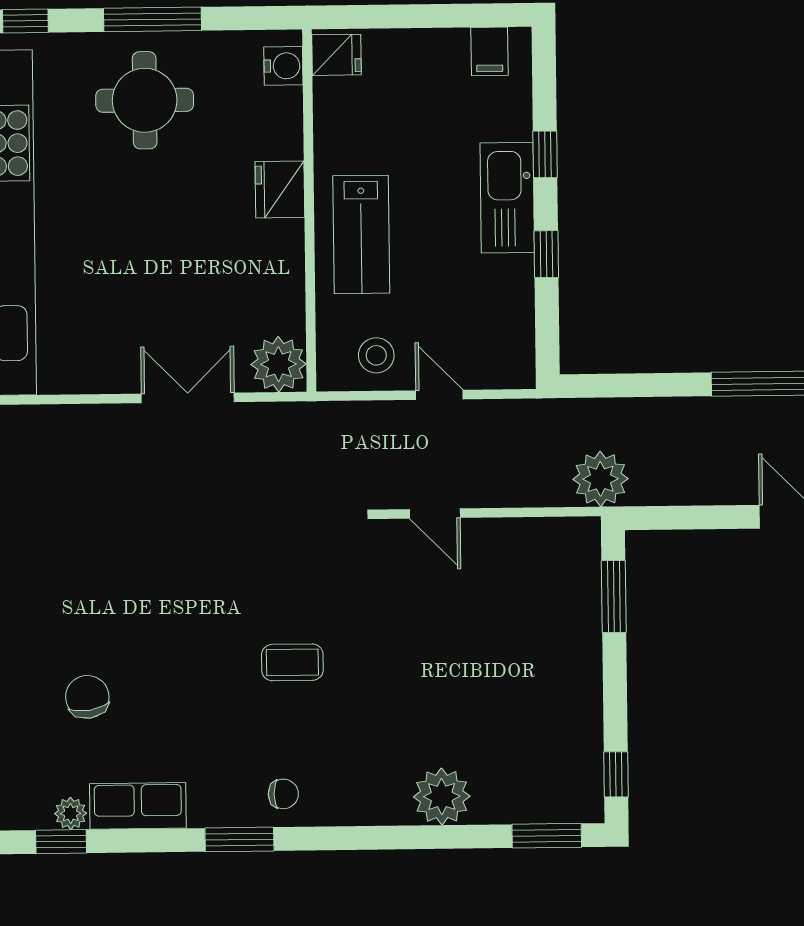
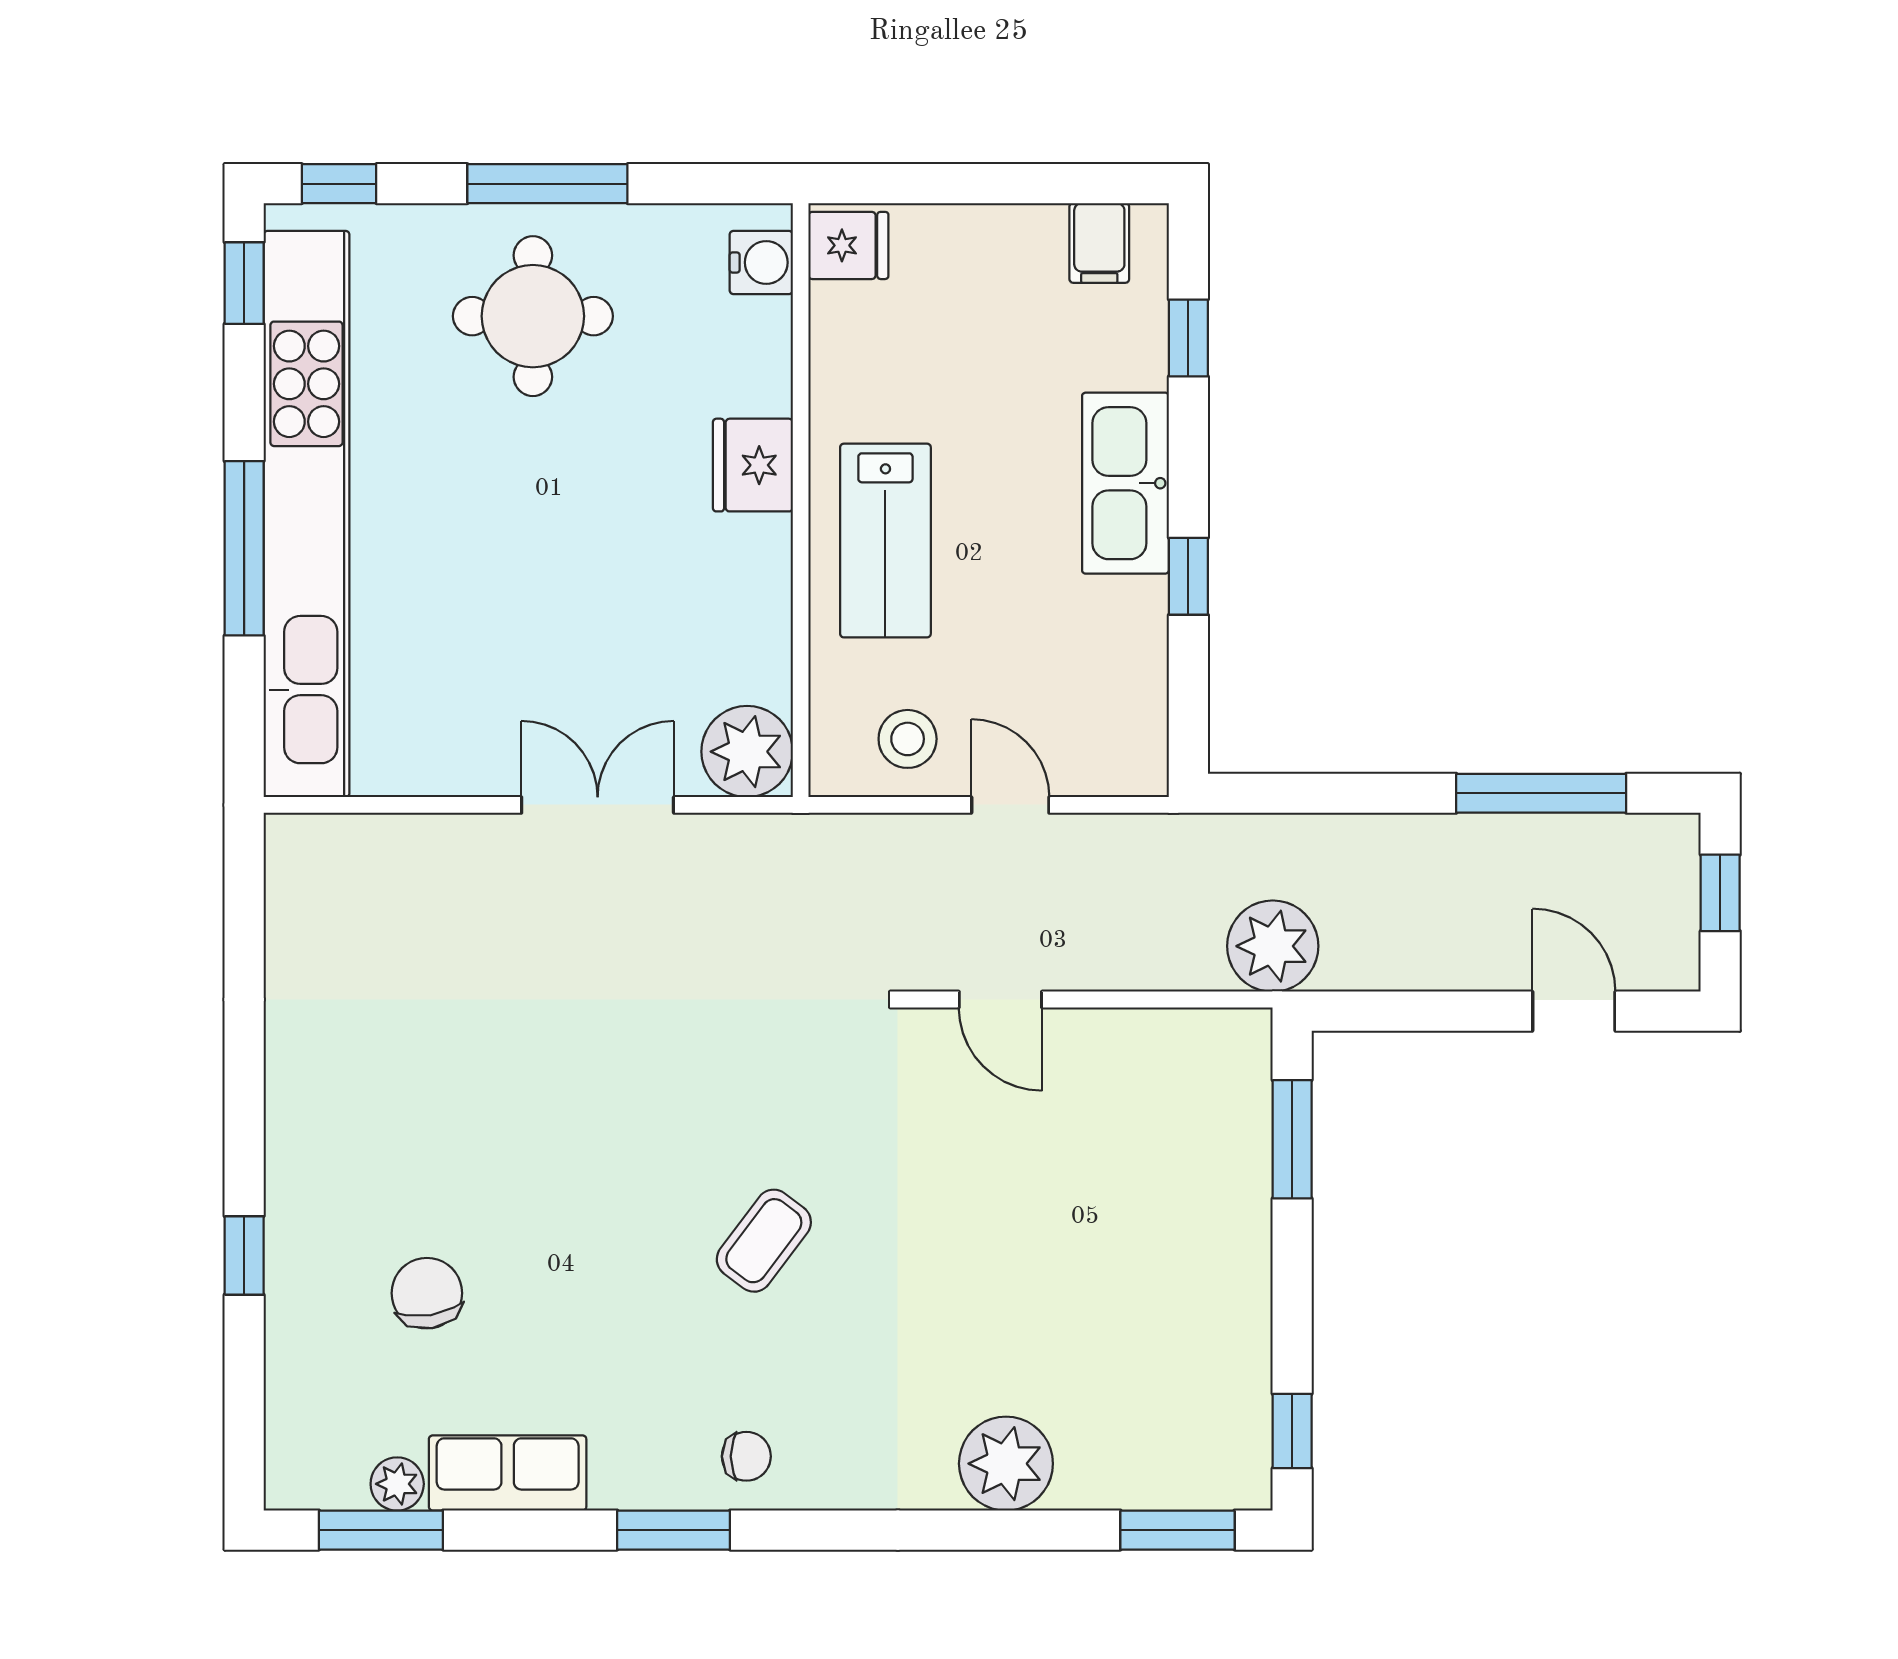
window: (545, 154) -> (1188, 338), moved
coffee table: (292, 662) -> (764, 1241), turned -53
window: (61, 842) -> (381, 1530), width x1.50

